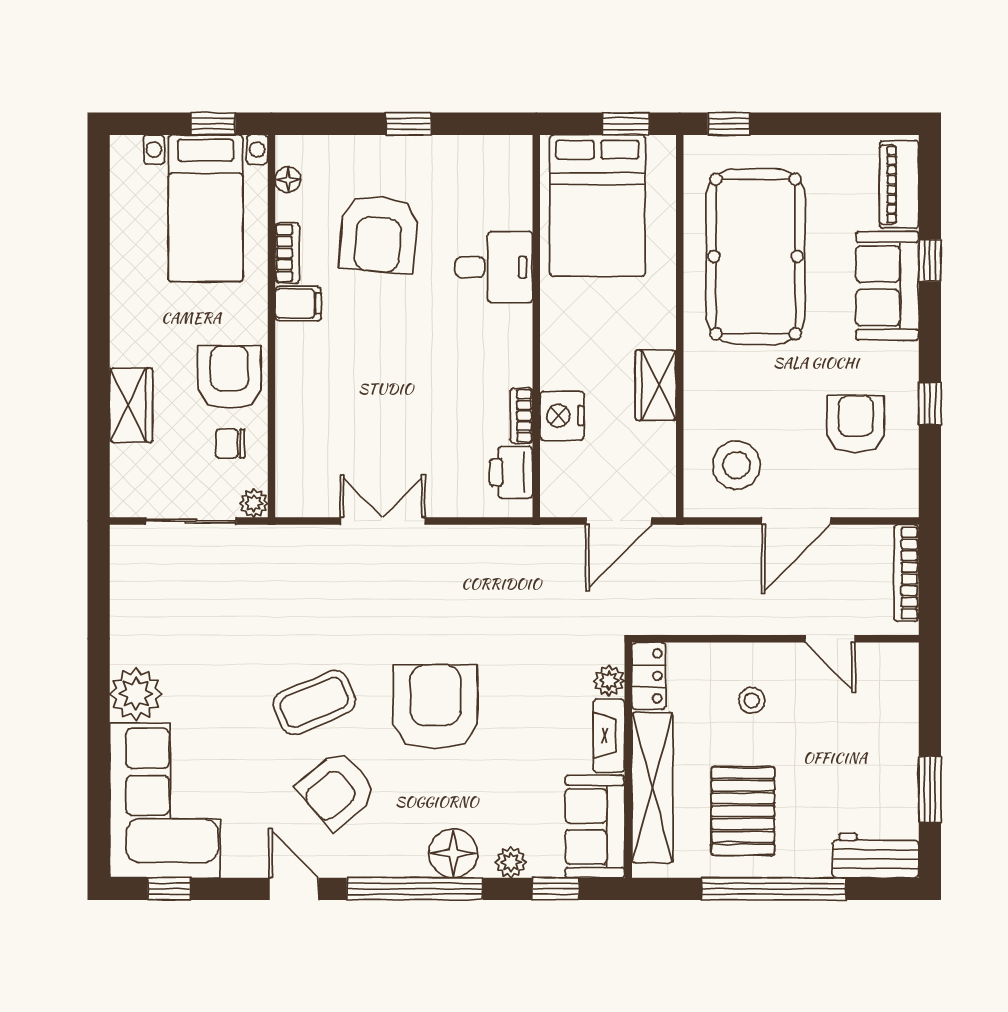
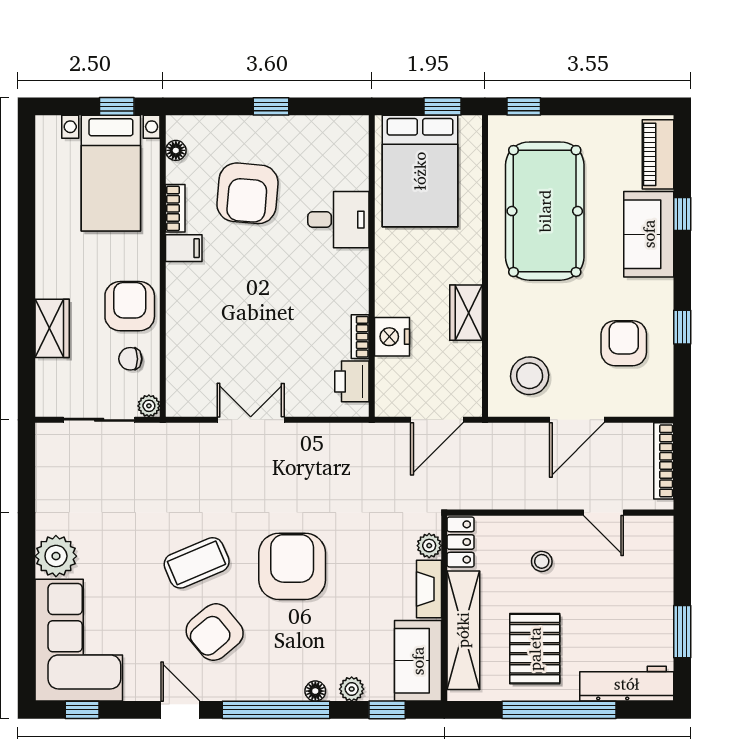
floor lamp: (453, 853) -> (315, 691), width x0.53, depth x0.53
workbench: (876, 855) -> (627, 684), width x1.38

